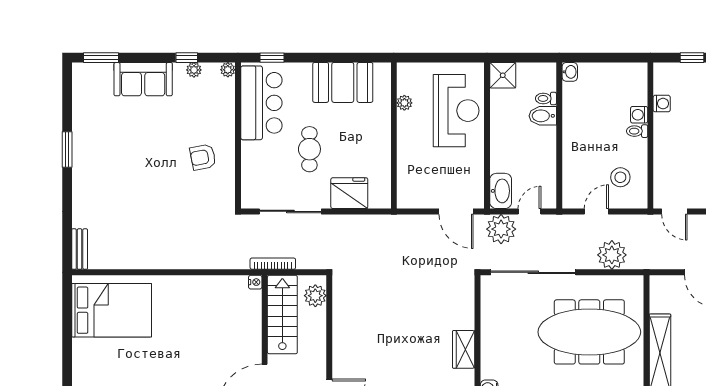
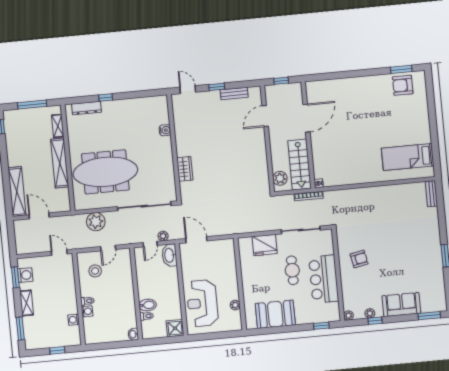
bar counter: (261, 103) -> (324, 279), moved
plant: (501, 229) -> (163, 236), width x0.53, depth x0.53
bed: (112, 310) -> (408, 157), width x0.67
wardrobe: (464, 349) -> (185, 169), moved

